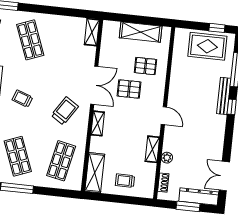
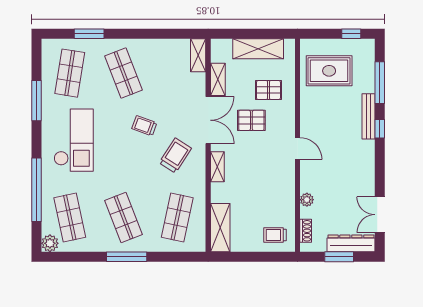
rug: (207, 46) -> (329, 71), moved
trolley: (22, 99) -> (144, 126), moved
shelving: (152, 149) -> (218, 79), moved
trolley: (125, 181) -> (275, 235), moved

